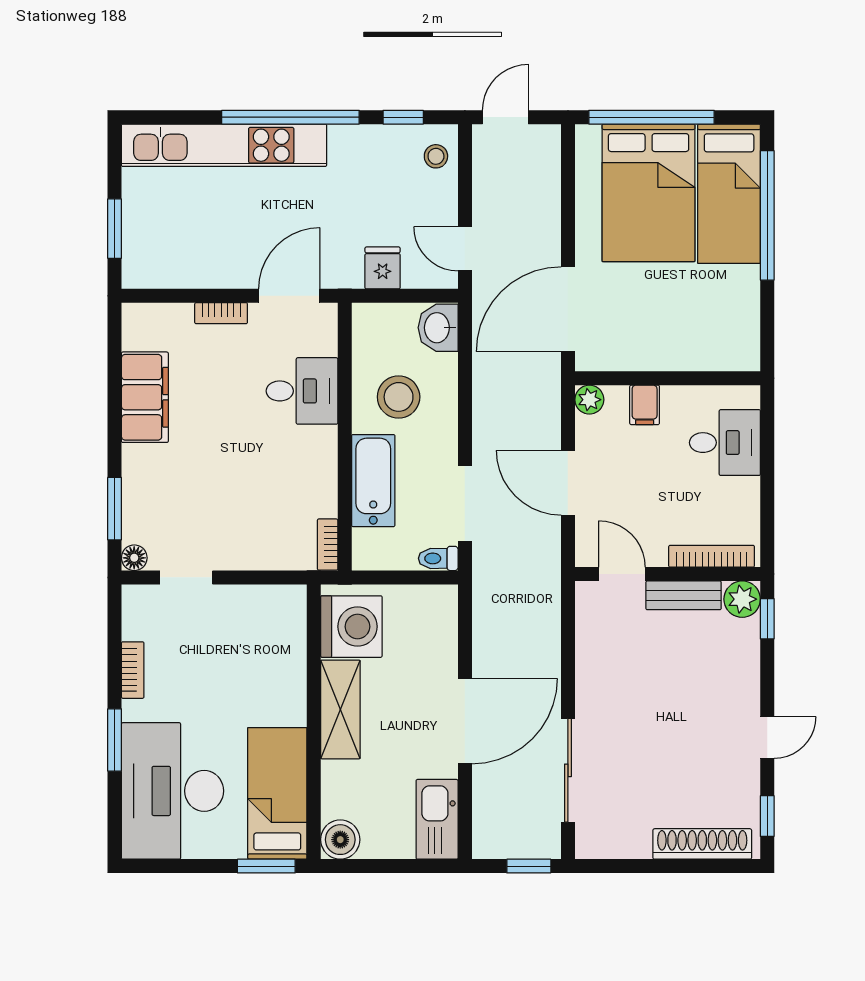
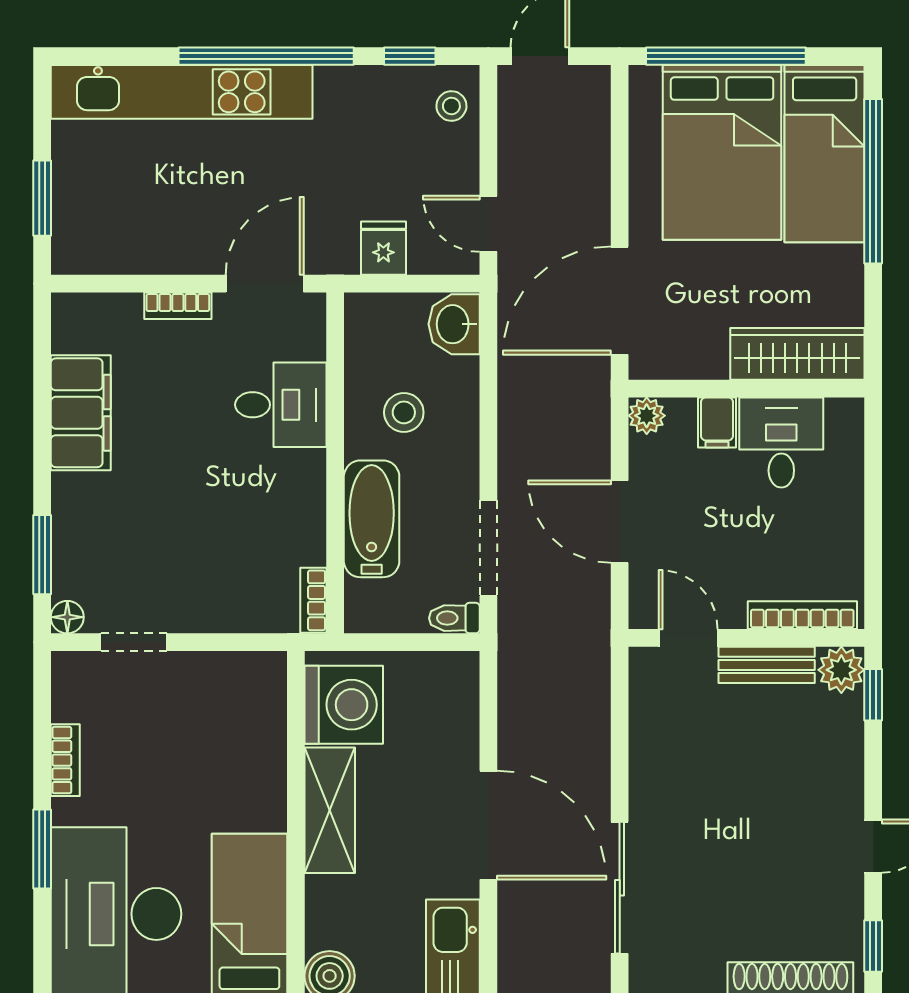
wardrobe: (708, 351) -> (797, 354), added
stool: (399, 397) -> (404, 412), width x0.73, depth x0.73
desk: (725, 443) -> (781, 443), moved, turned -90
door: (465, 721) -> (488, 825), hinge flipped

